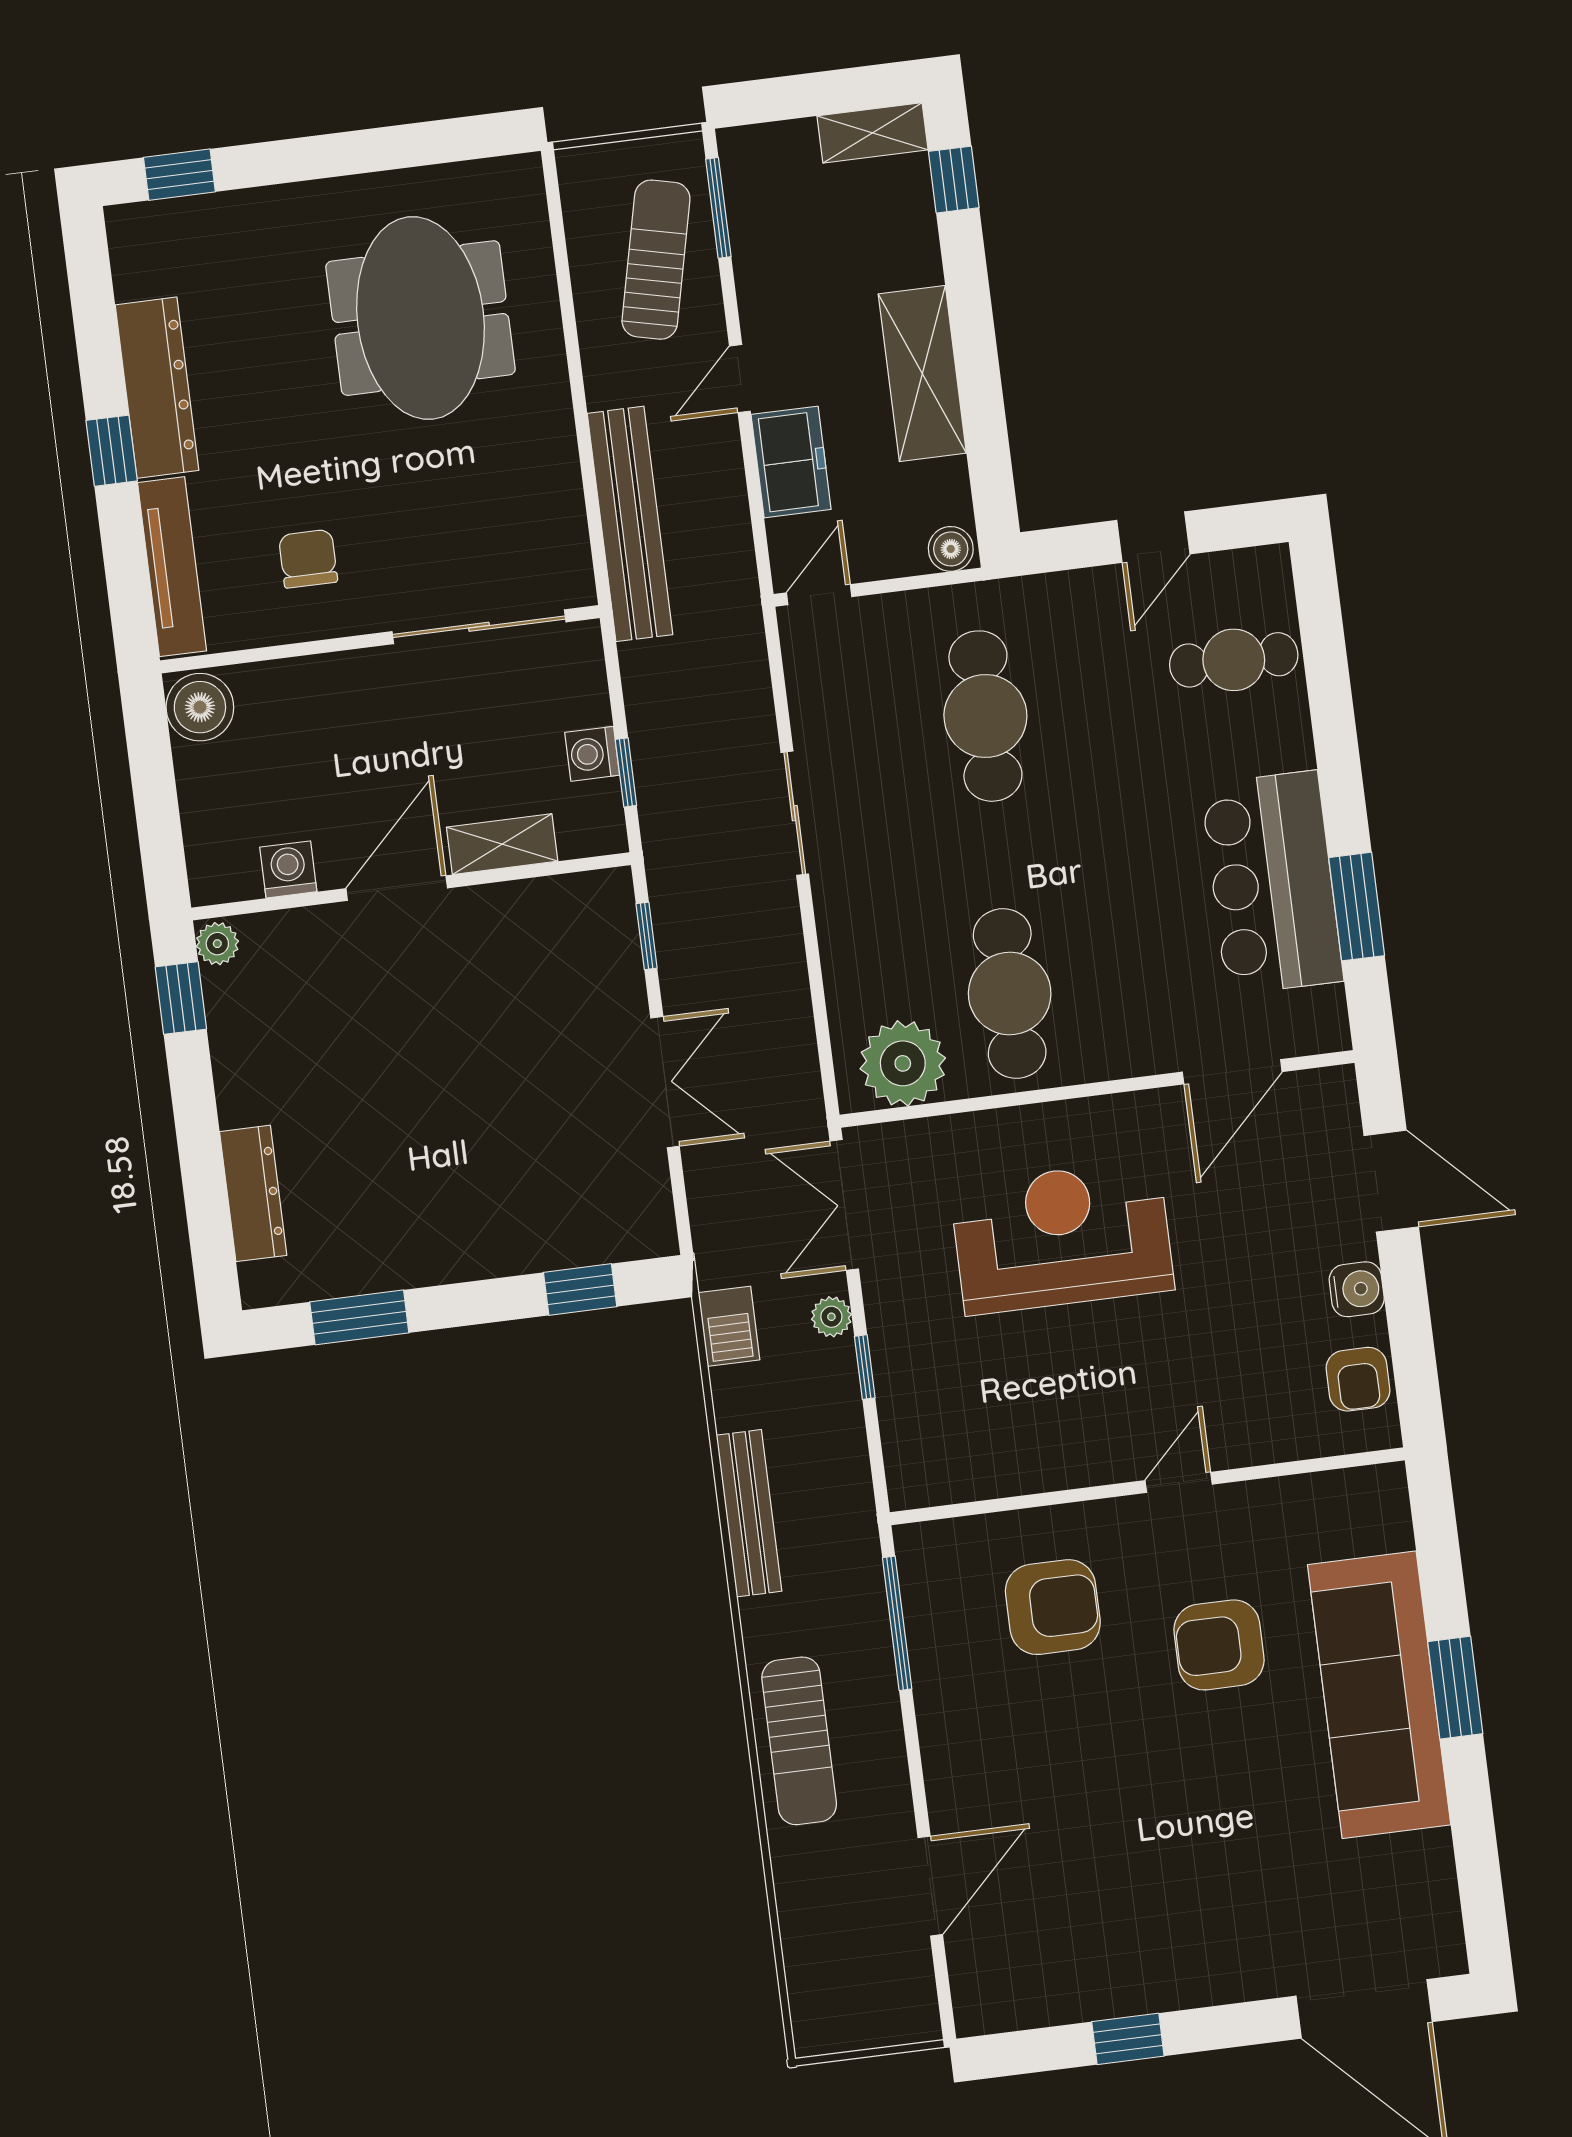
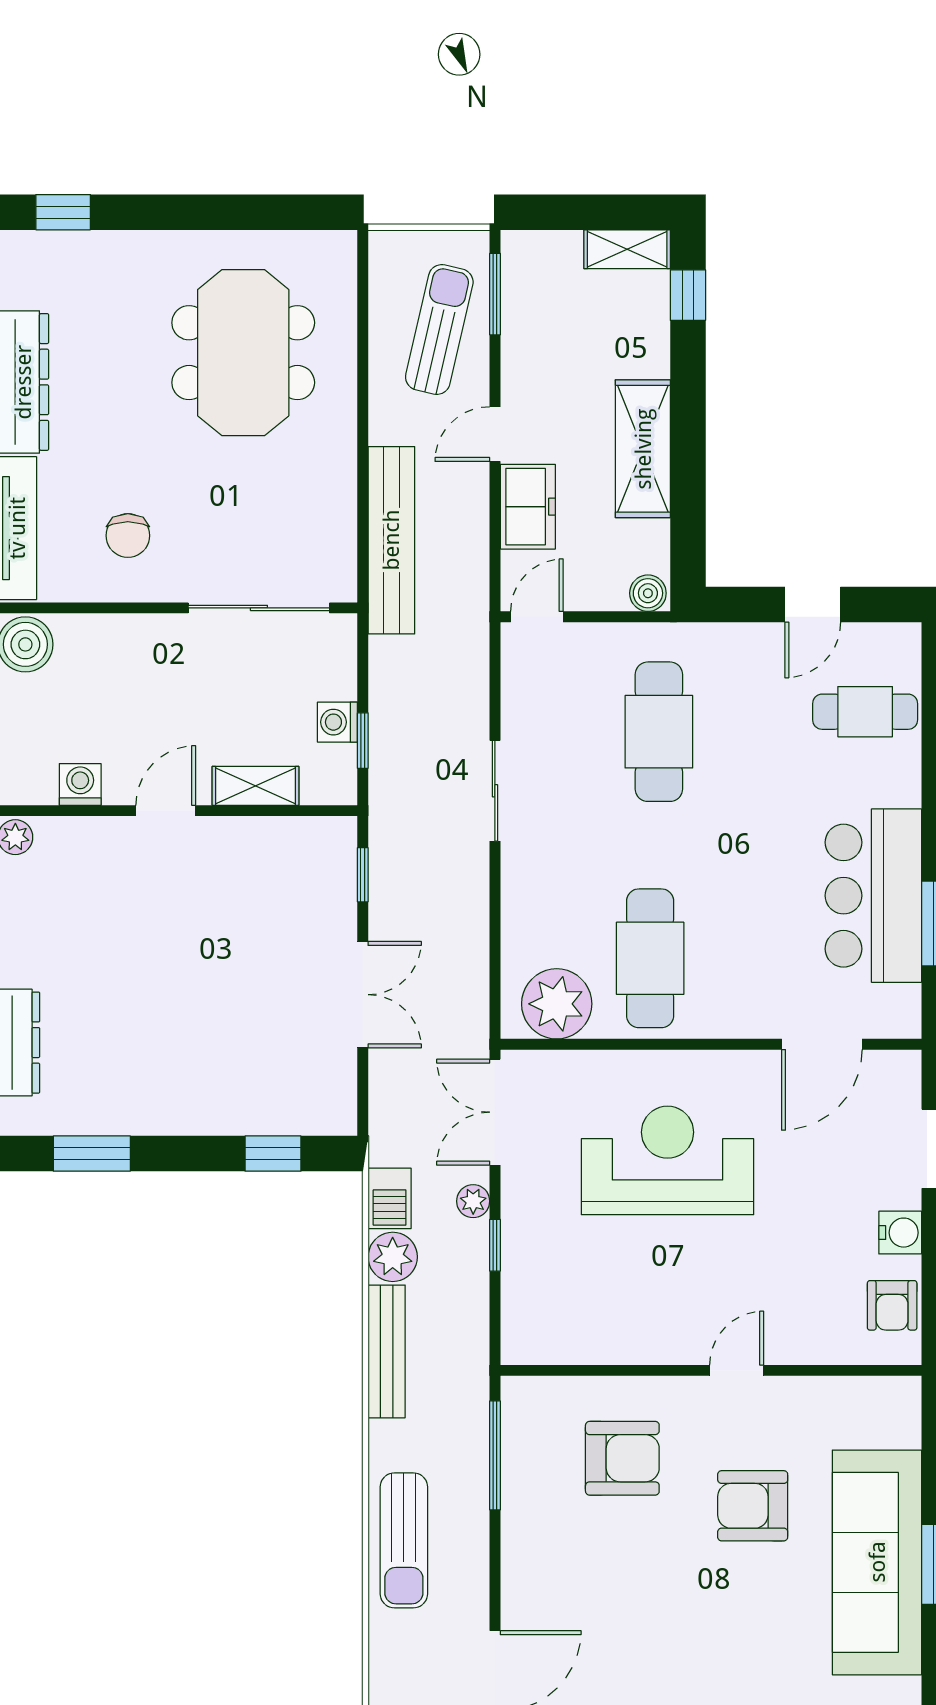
chair: (308, 559) -> (128, 536), turned 180
door: (397, 888) -> (166, 811), width x0.73
plant: (742, 1397) -> (393, 1257), added

